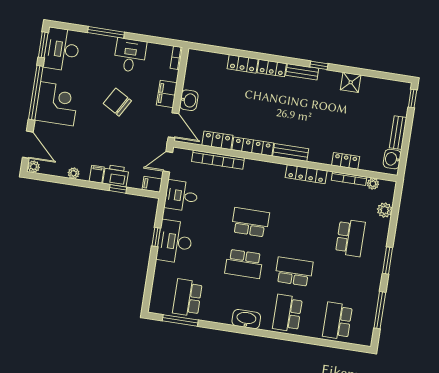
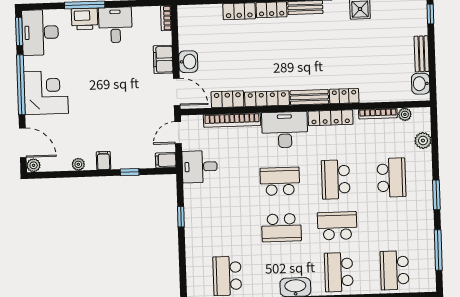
chair: (117, 102) -> (111, 78), removed
locker: (346, 161) -> (344, 96), moved
printer: (116, 176) -> (85, 19), moved, turned 180
school desk: (300, 230) -> (336, 179), added
desk: (175, 242) -> (285, 130), moved, turned 90

